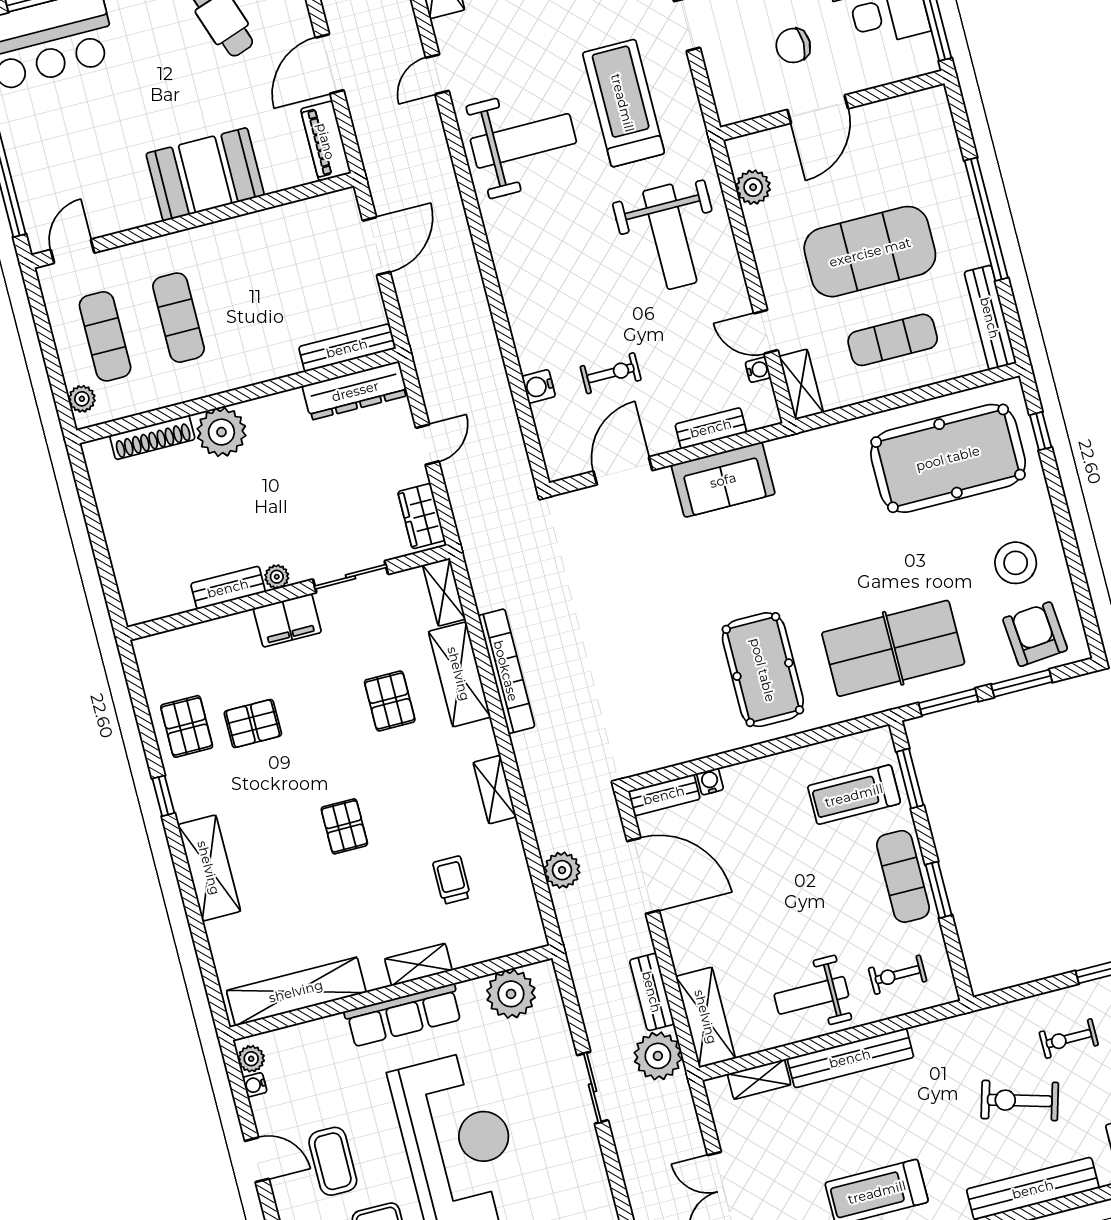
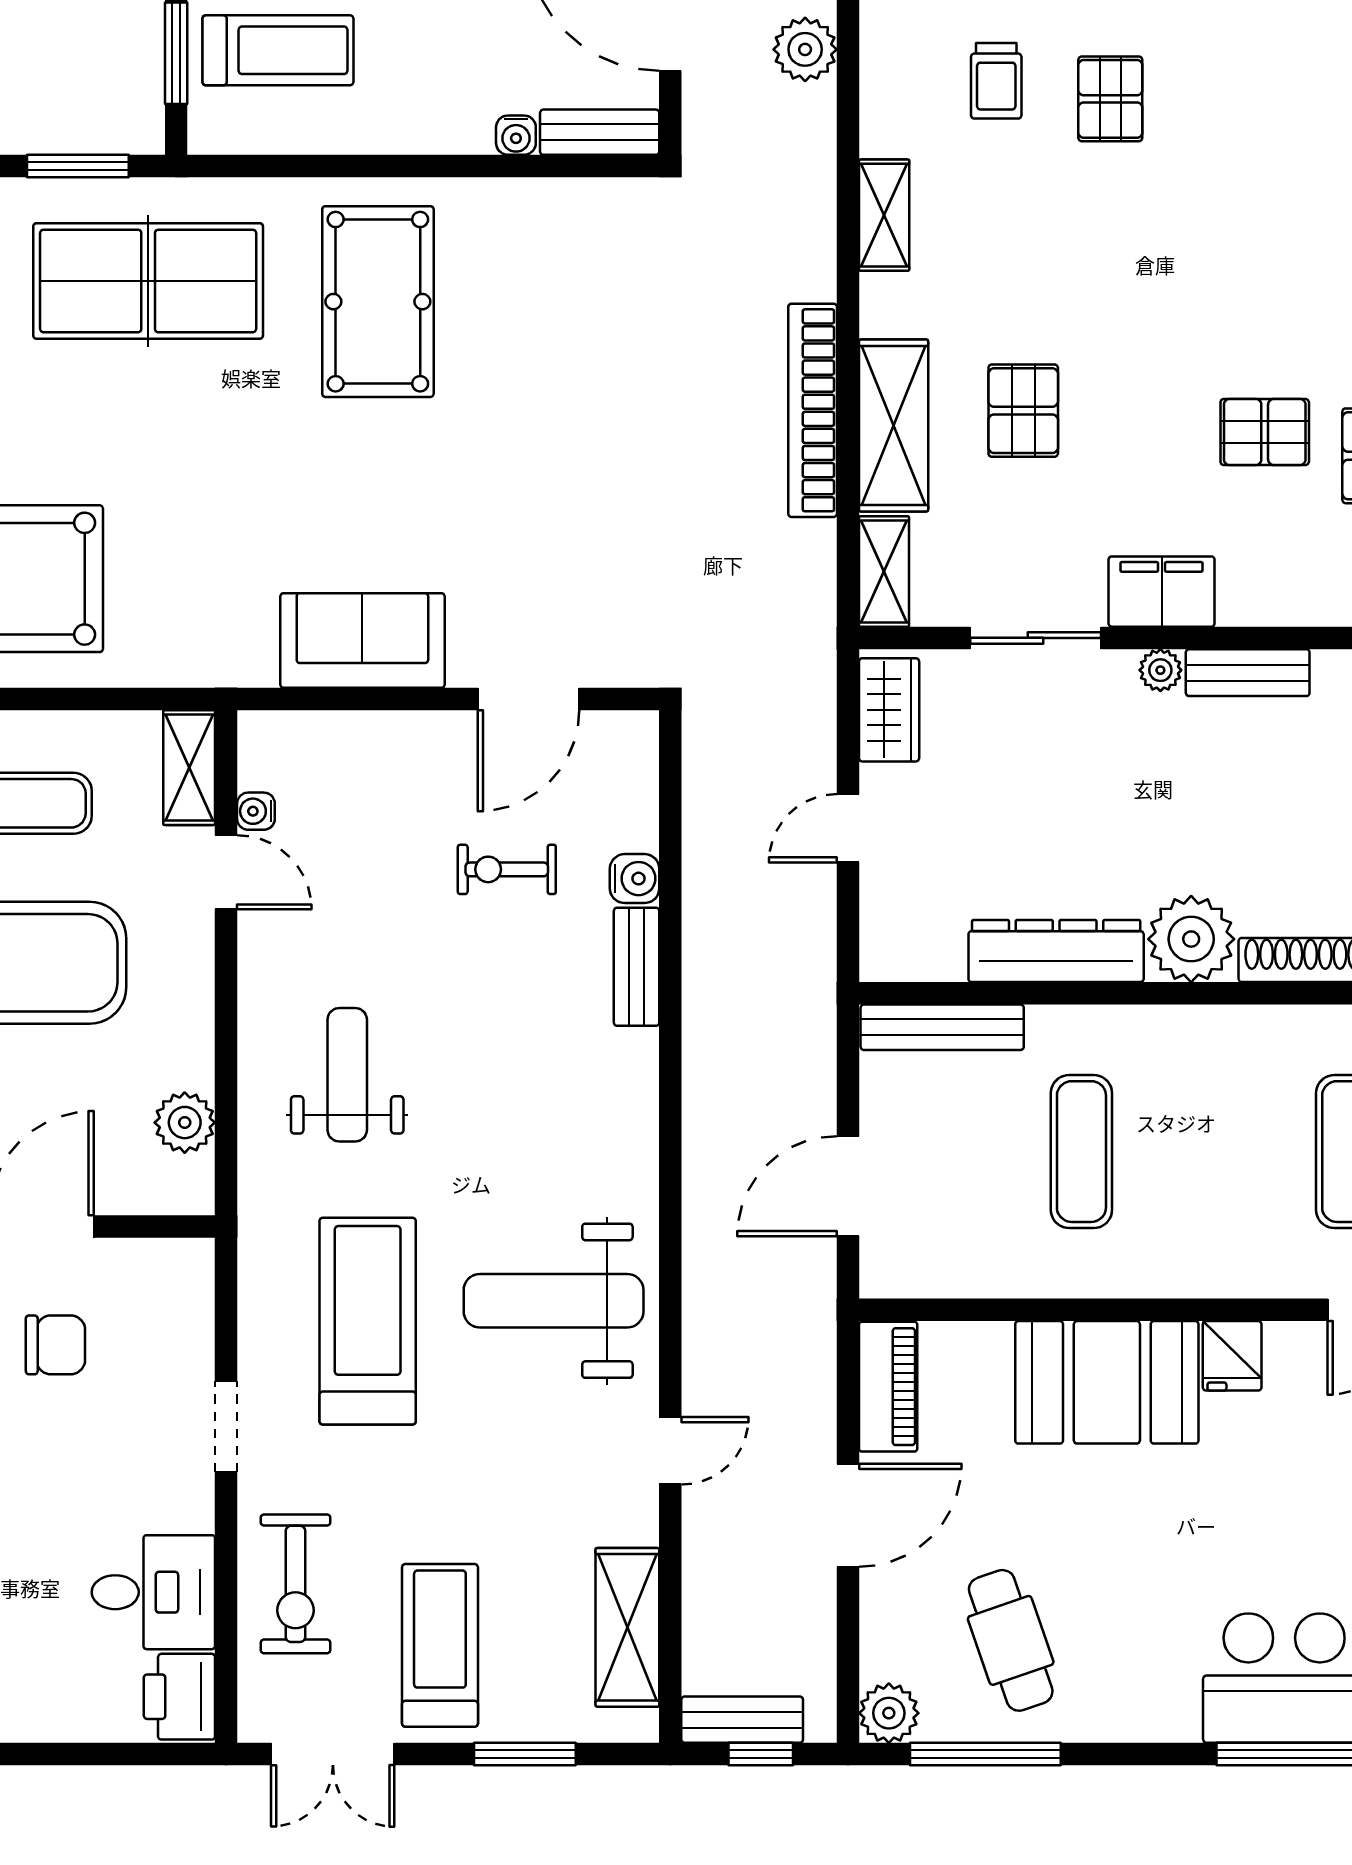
treadmill: (623, 103) -> (368, 1321), turned 180
fridge: (139, 207) -> (1232, 1356), added
weight bench: (670, 237) -> (347, 1075), width x0.73, depth x0.75
exercise mat: (179, 318) -> (1081, 1152), moved
dresser: (355, 391) -> (1056, 951), moved
bench: (711, 428) -> (637, 967), moved, turned 90
pallet: (344, 826) -> (1110, 99), moved

